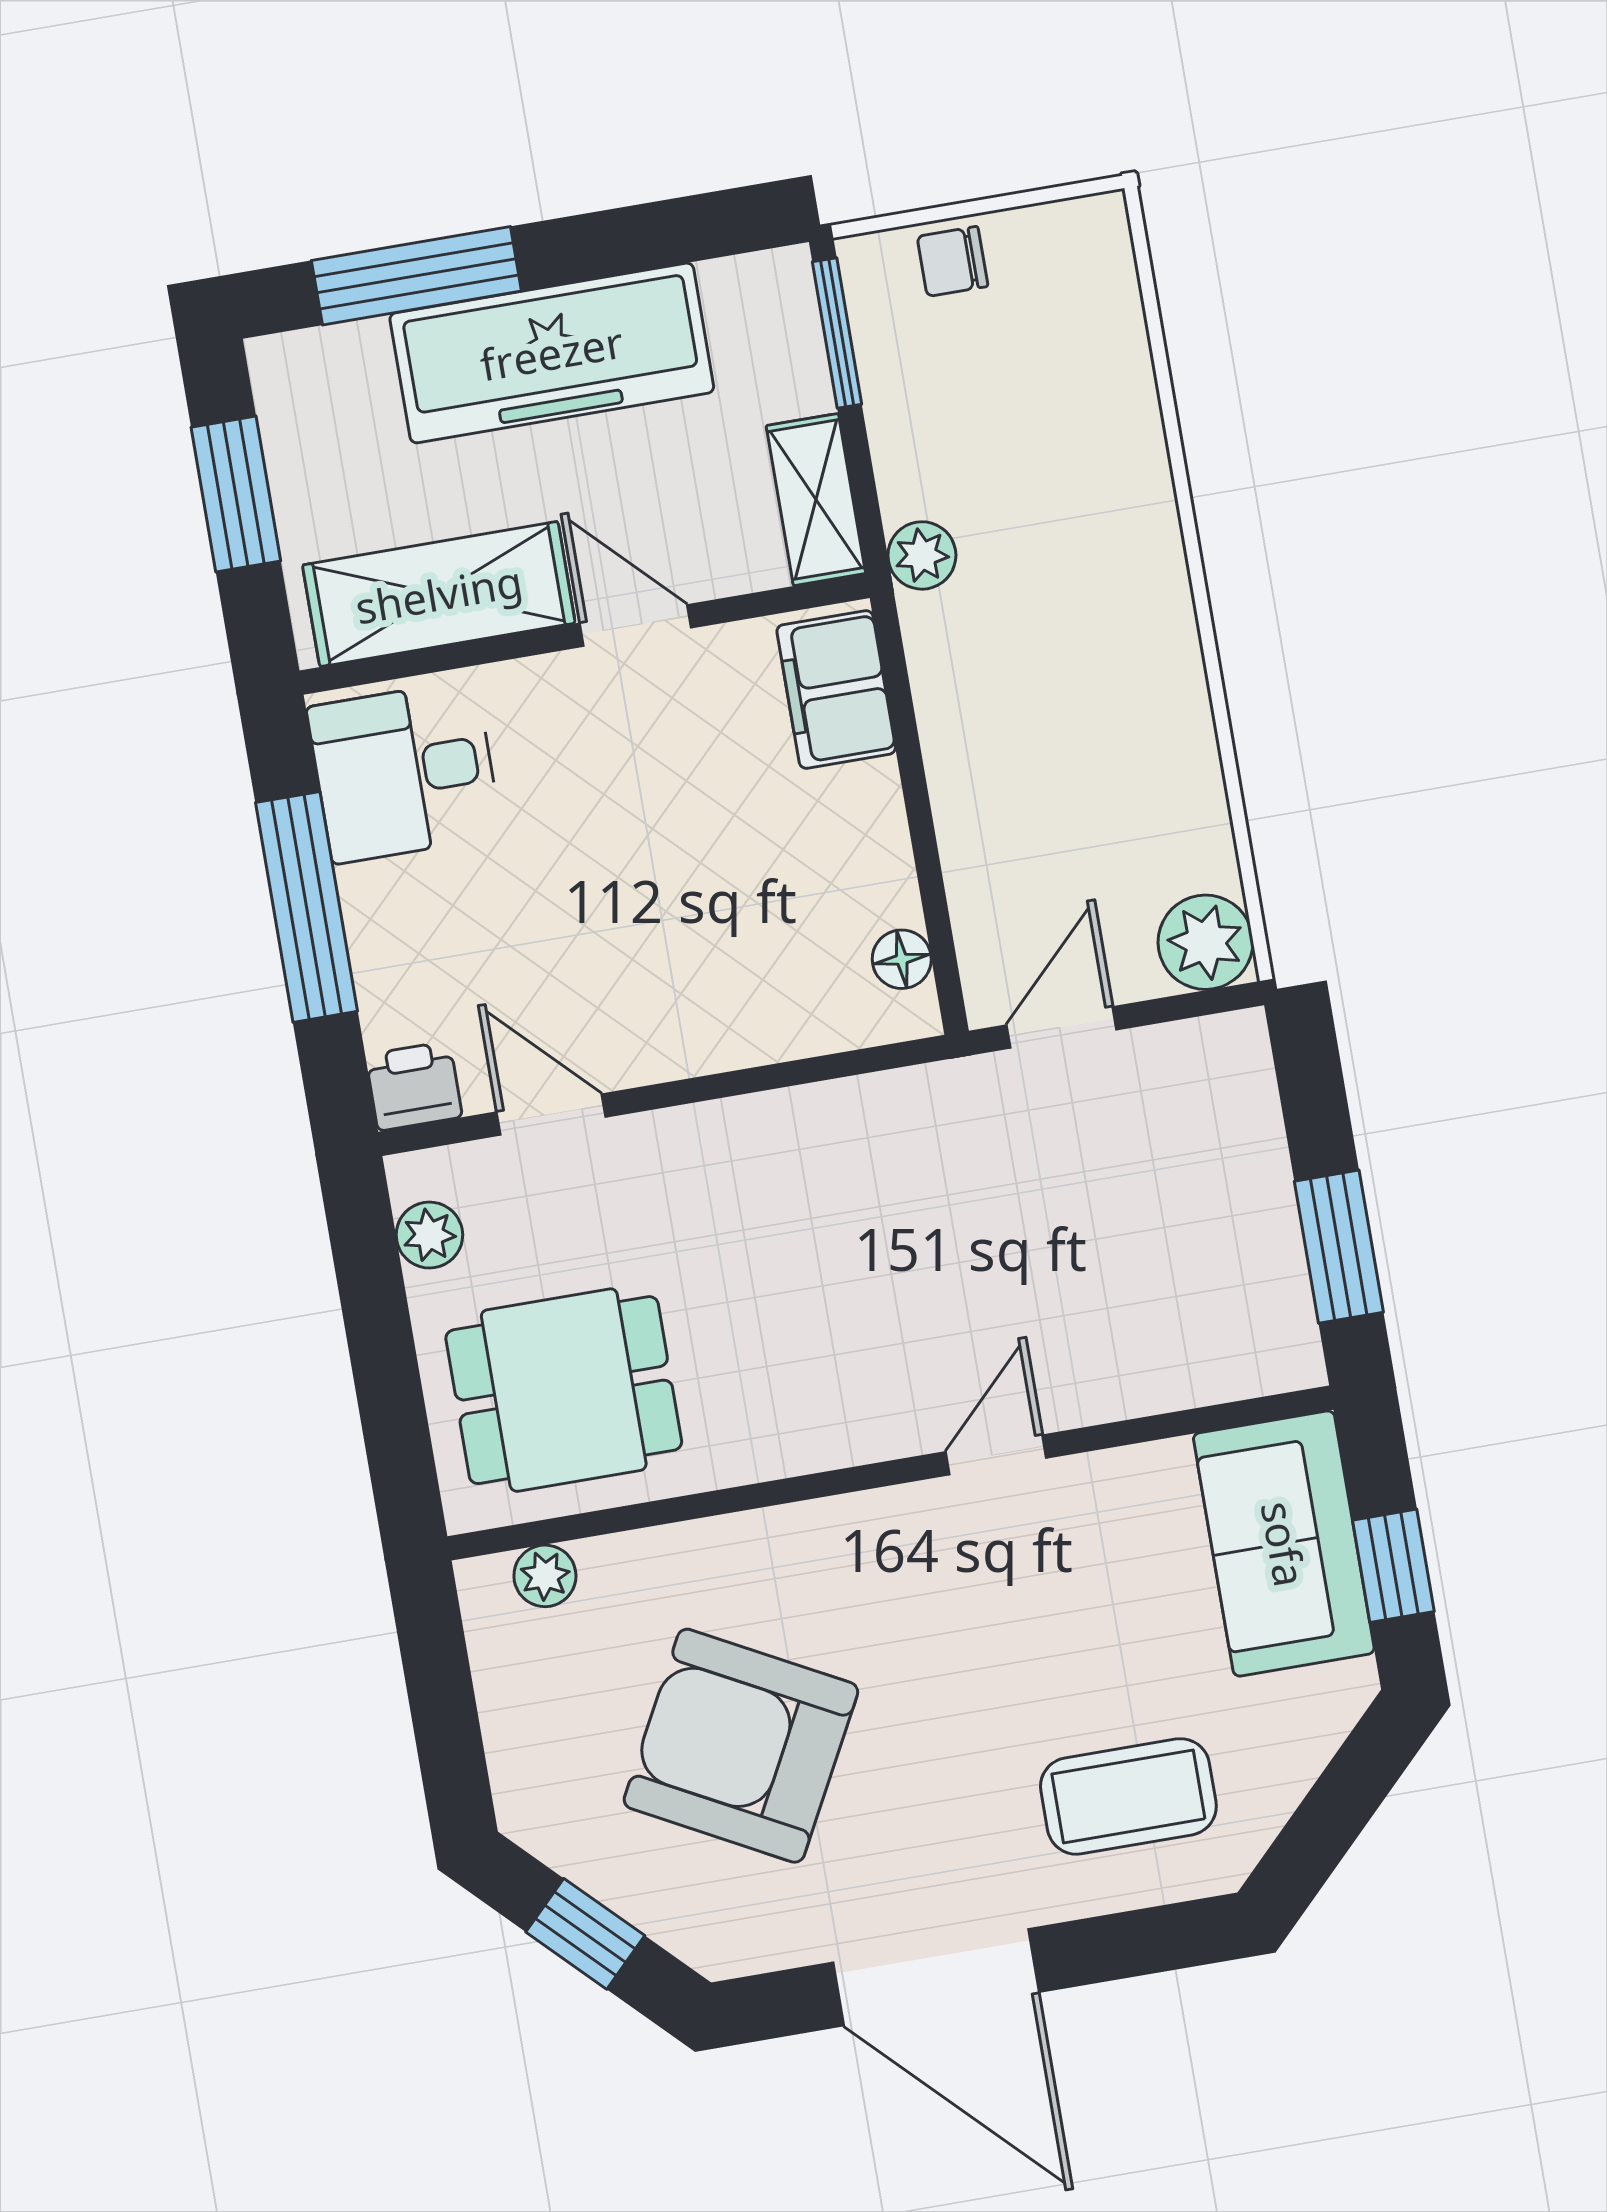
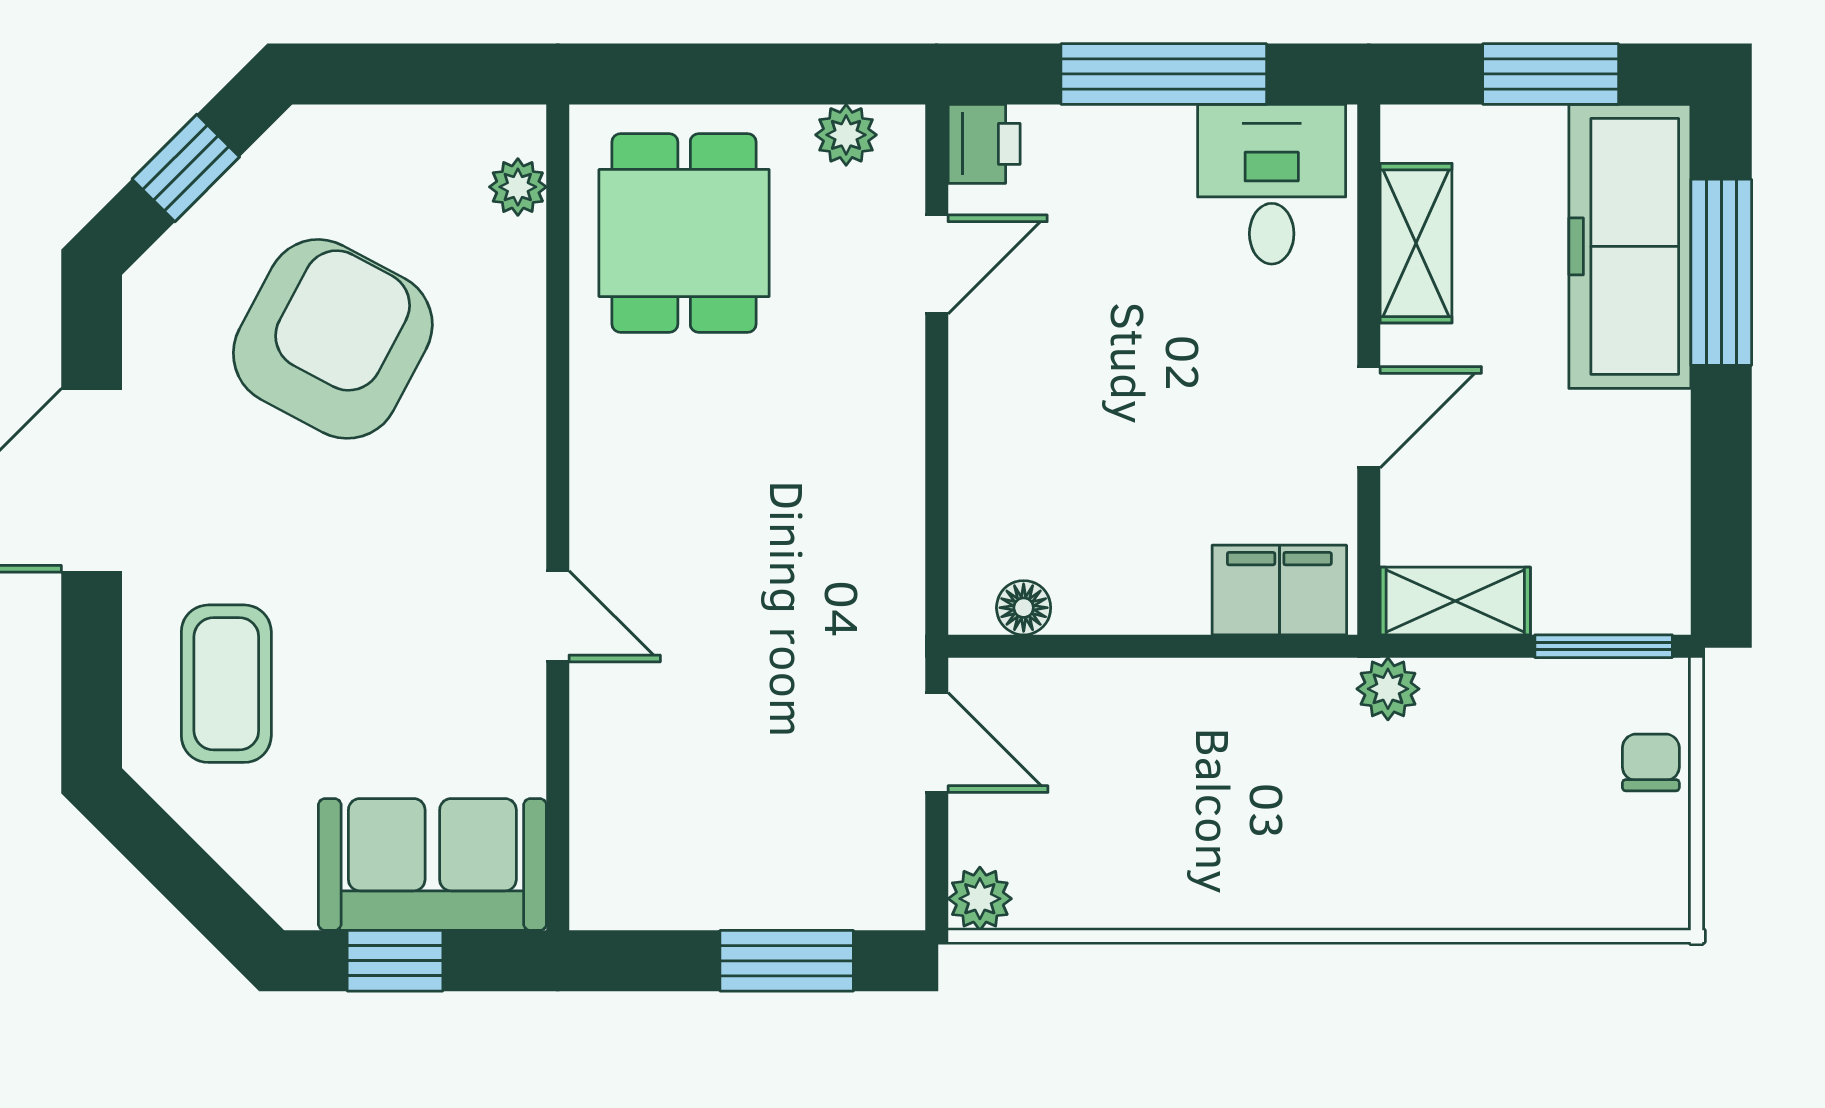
freezer: (552, 353) -> (1630, 246), moved
shelving: (439, 594) -> (1416, 243), width x0.67, depth x0.75
plant: (1205, 942) -> (980, 899), width x0.73, depth x0.73
window: (1339, 1247) -> (787, 961), moved

